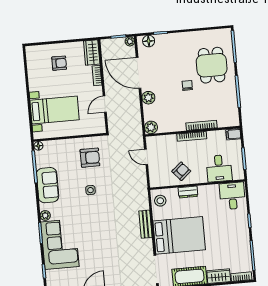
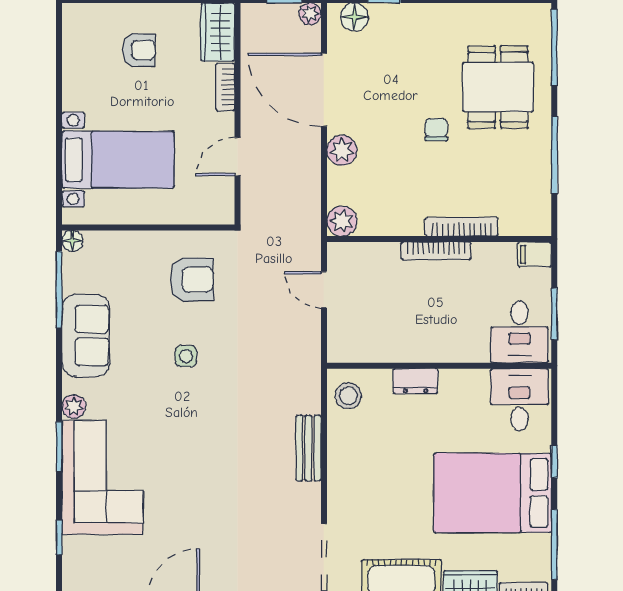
desk: (219, 168) -> (520, 332), moved
armchair: (181, 171) -> (404, 331), removed
bed: (179, 235) -> (493, 493), moved, turned 180

